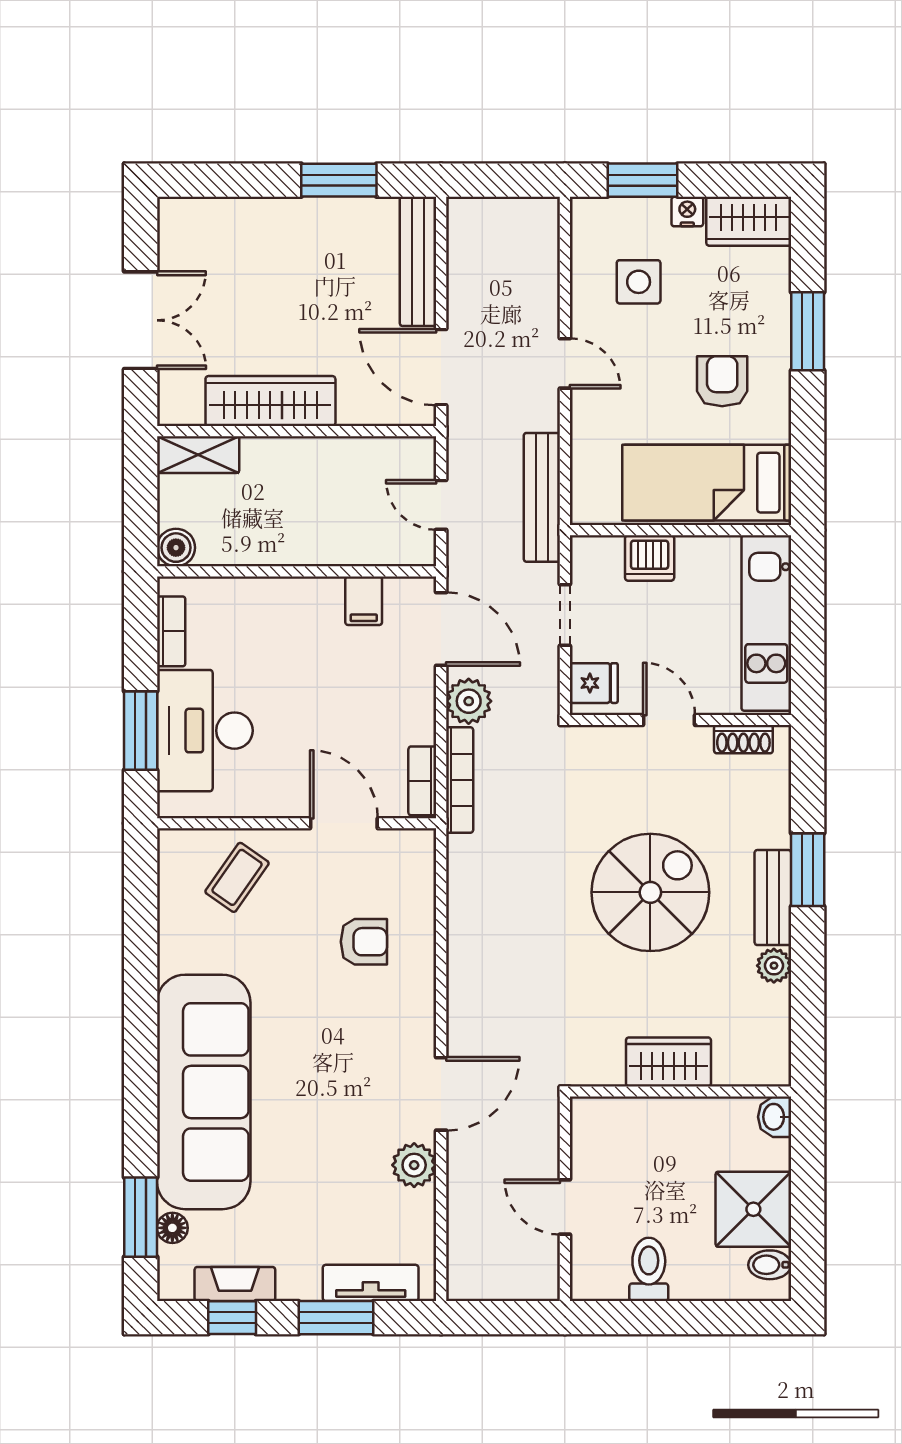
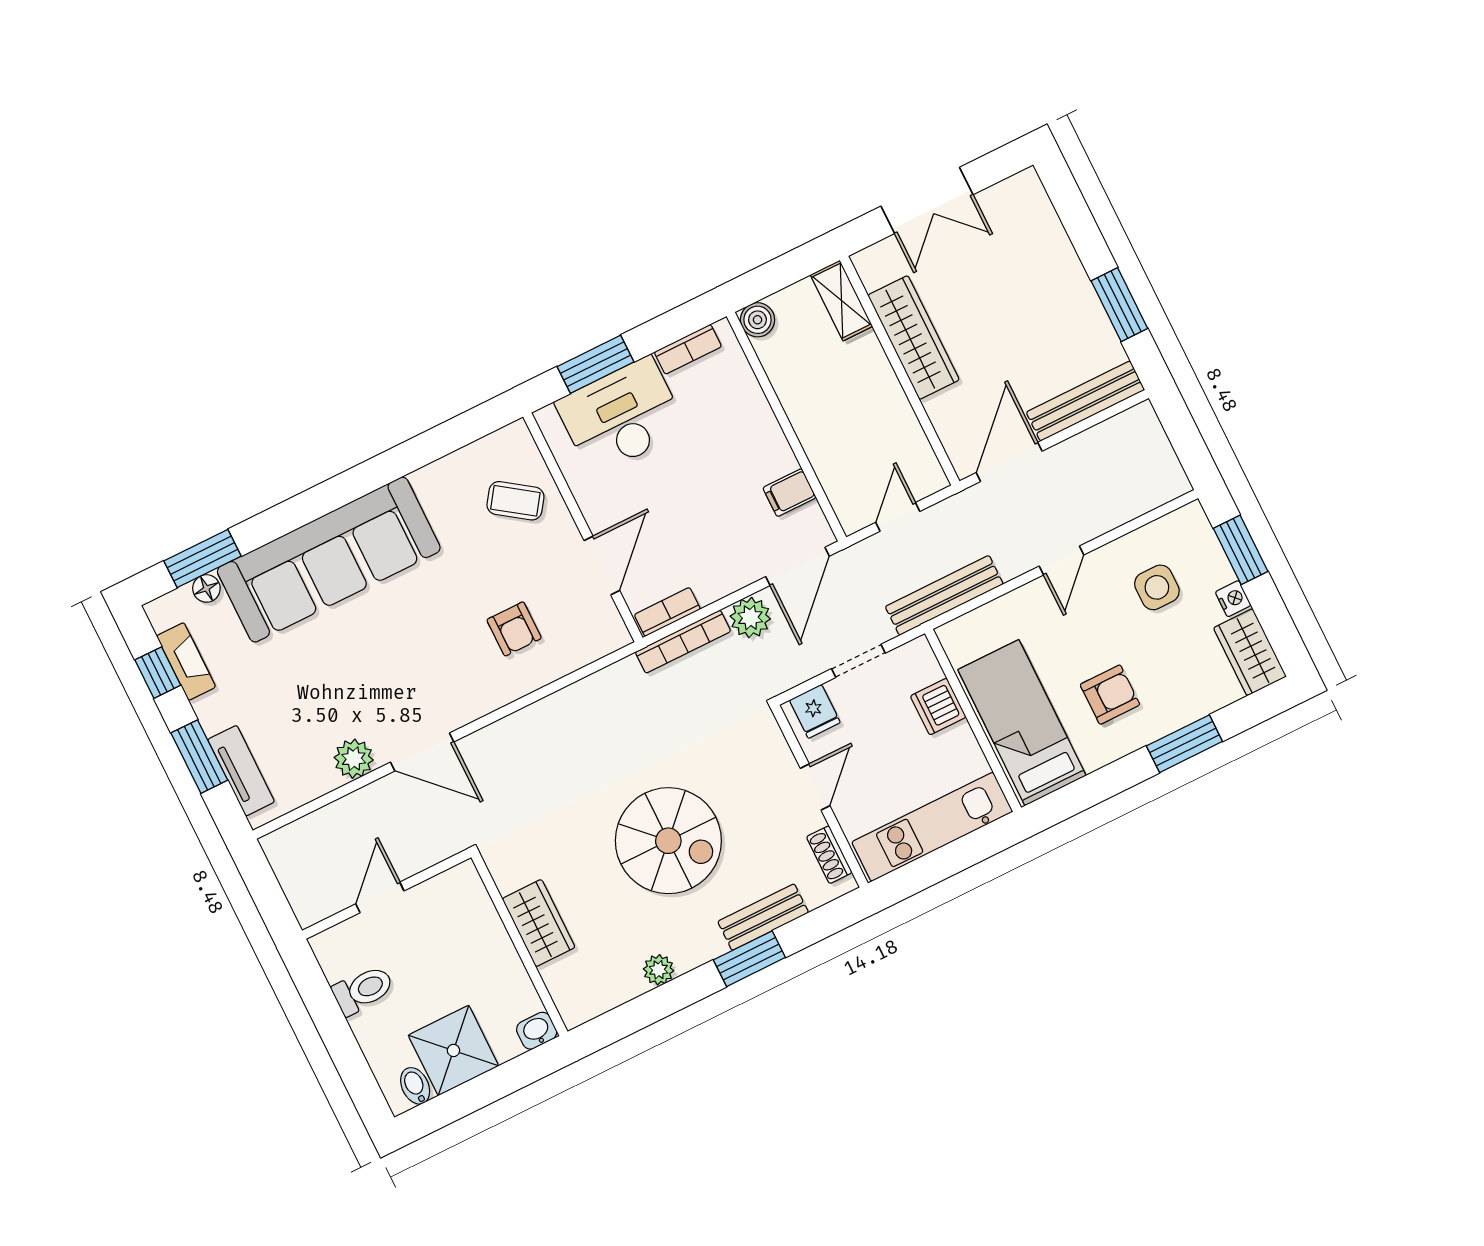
bench: (773, 898) -> (763, 917), moved

